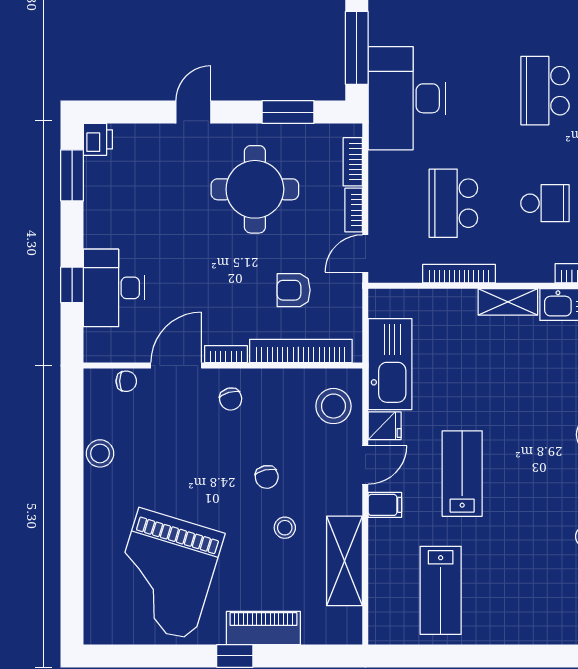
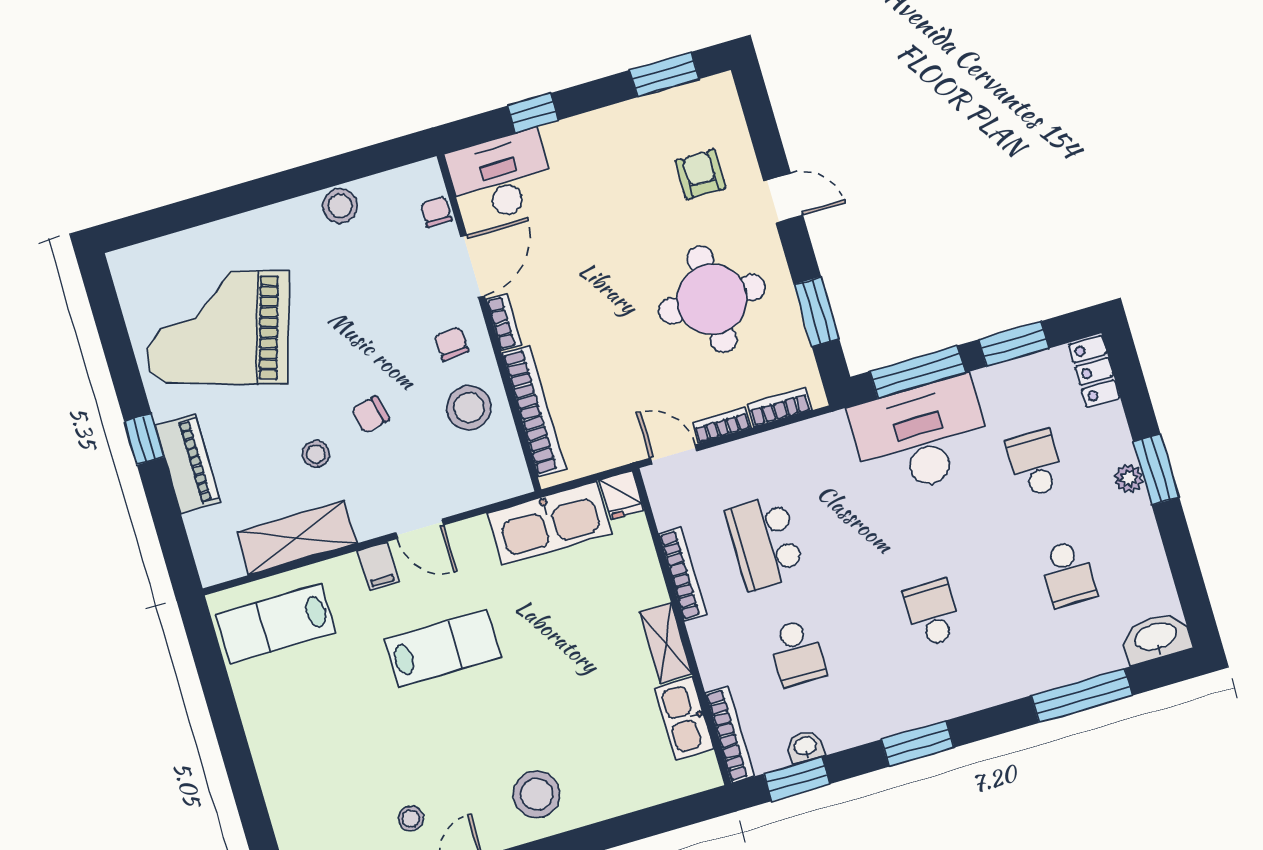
school desk: (545, 91) -> (932, 613), width x0.54
desk: (407, 98) -> (921, 436), moved
printer: (98, 139) -> (717, 93), removed
school desk: (453, 203) -> (765, 543), turned -90
desk: (114, 288) -> (501, 177), moved
armchair: (294, 290) -> (700, 174), moved
door: (176, 365) -> (473, 266), hinge flipped
chair: (126, 381) -> (436, 212), turned 180
chair: (231, 399) -> (451, 344), turned 102
stool: (333, 406) -> (469, 408), moved
fridge: (385, 426) -> (622, 495), moved
lab bench: (441, 590) -> (276, 624), moved

